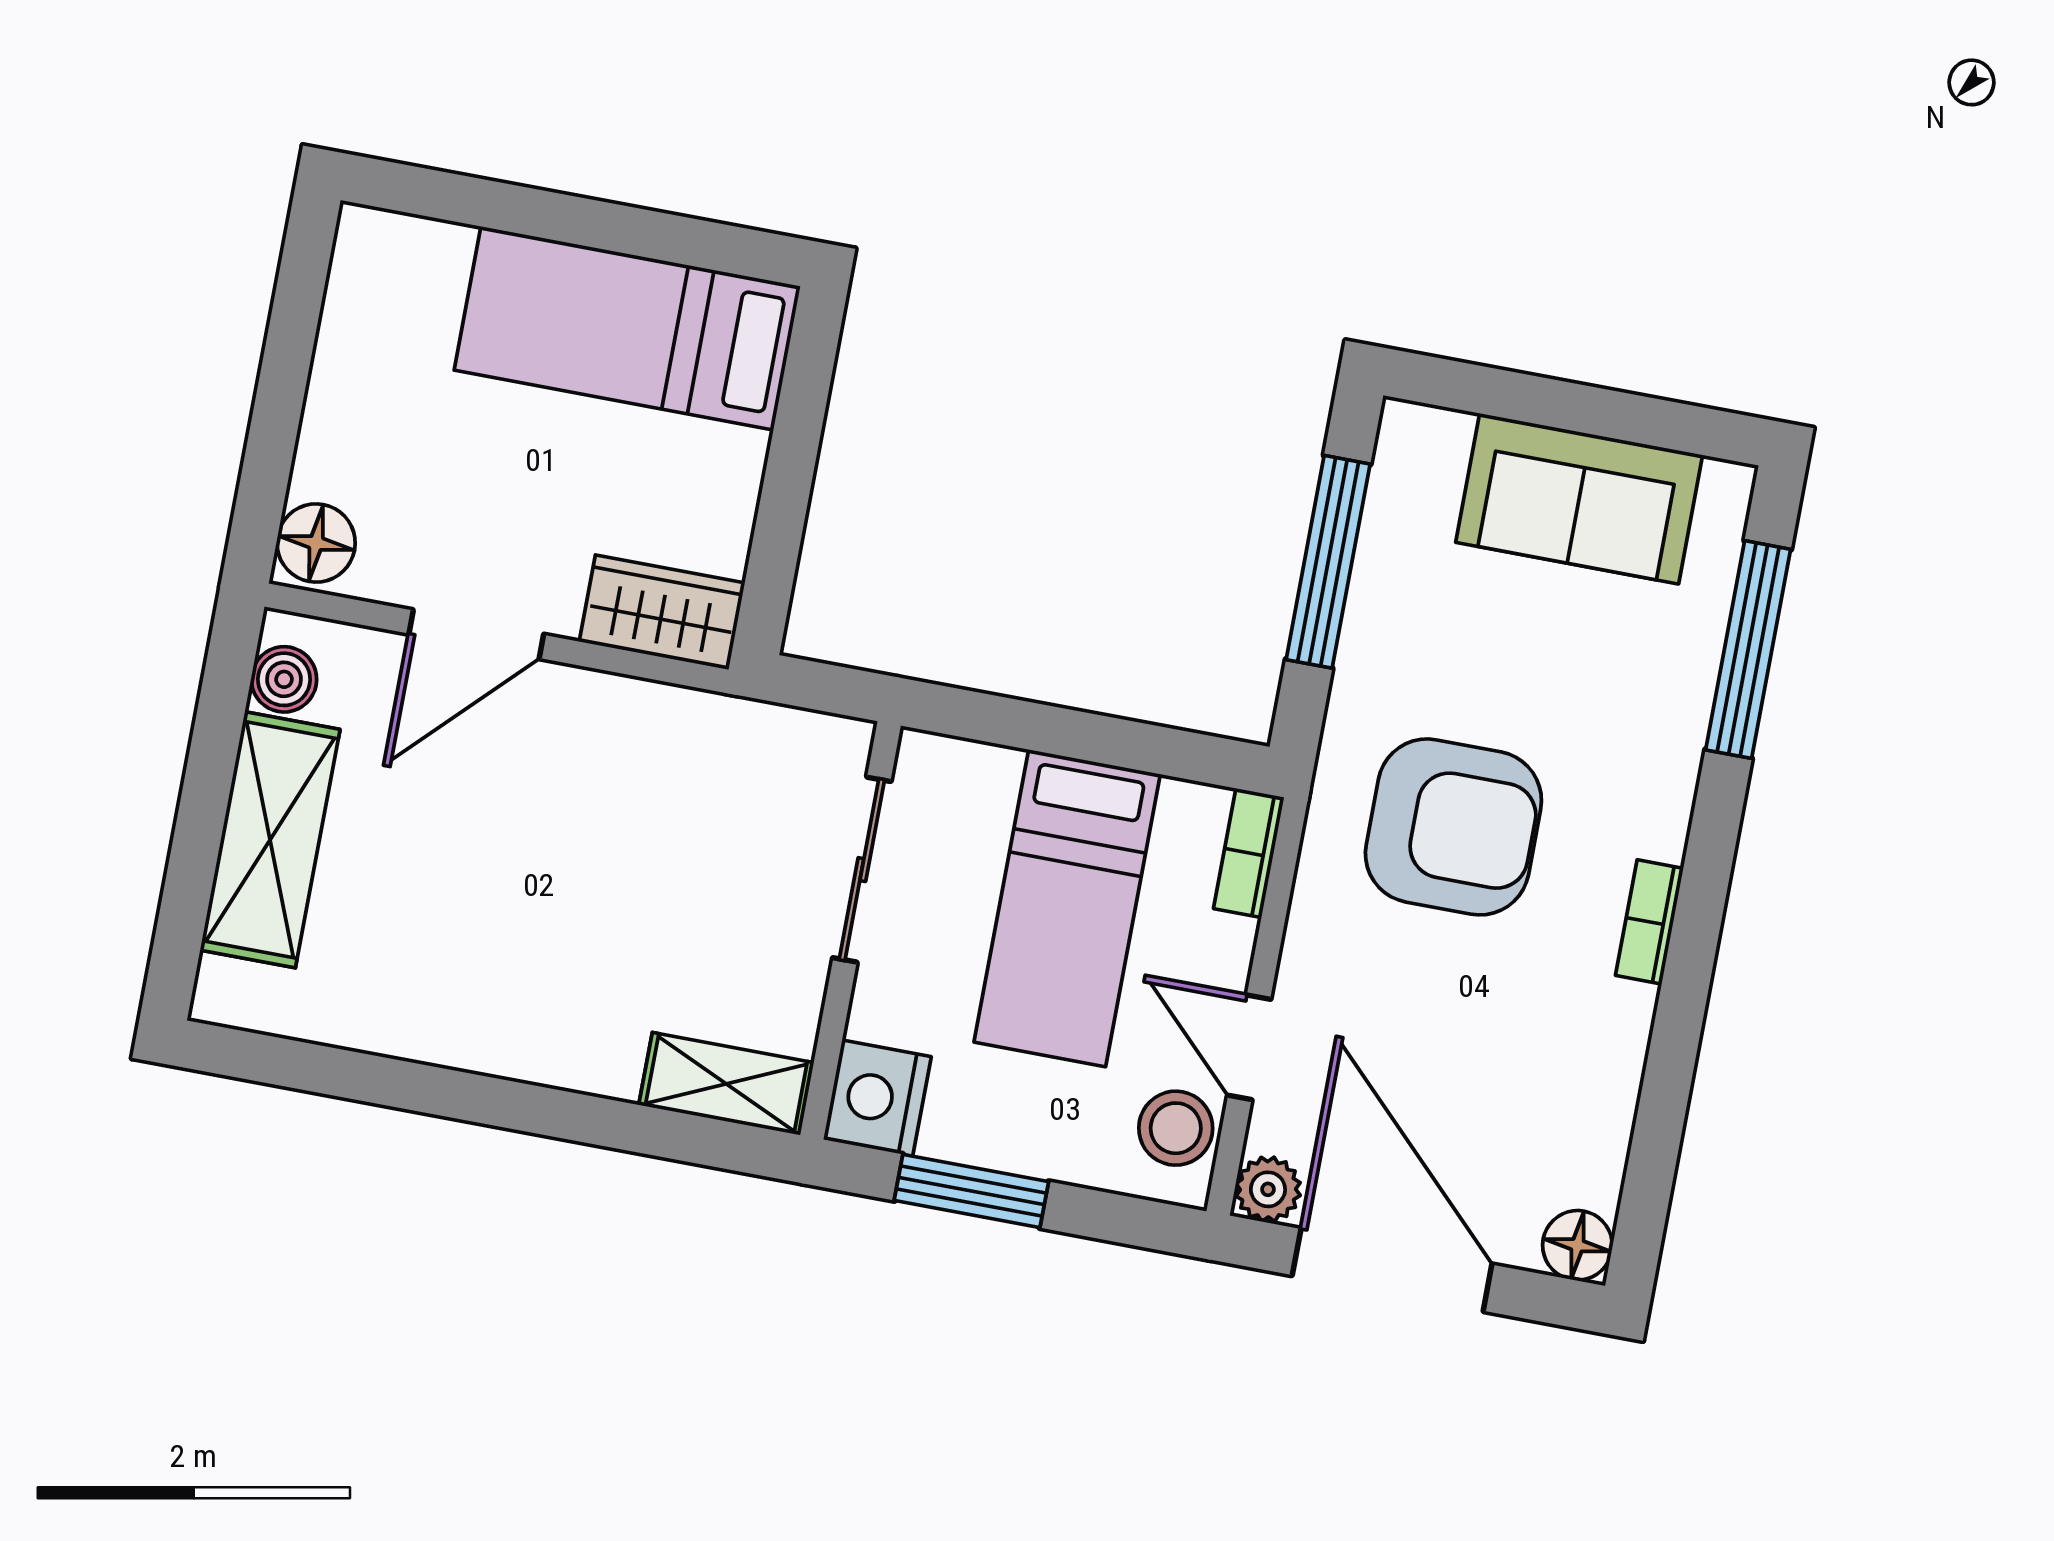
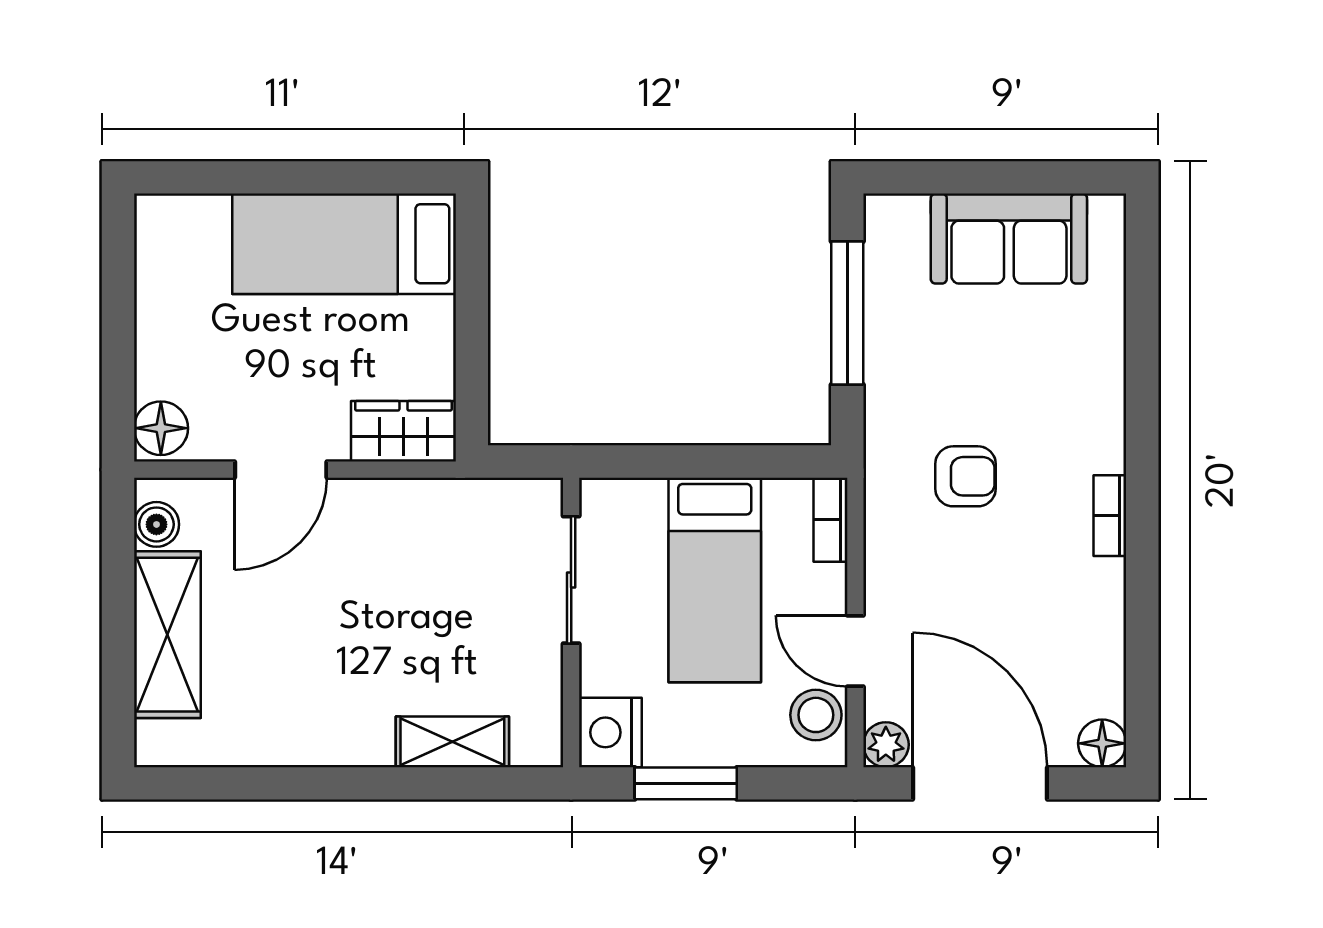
window: (1748, 650) -> (1142, 319), removed
armchair: (1453, 827) -> (965, 476), width x0.53, depth x0.53
shelving: (726, 1084) -> (452, 742), moved

